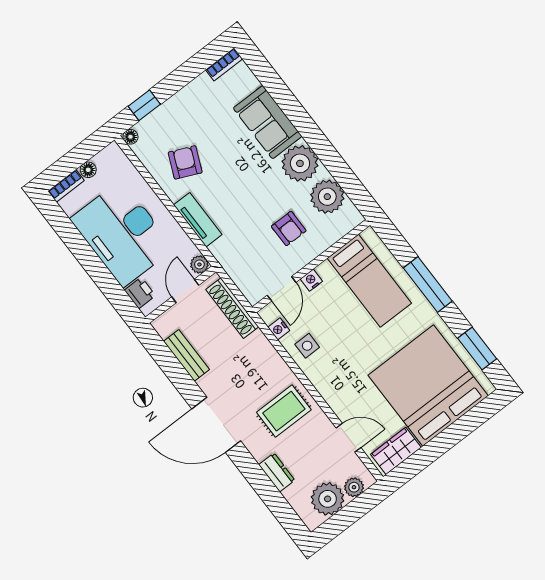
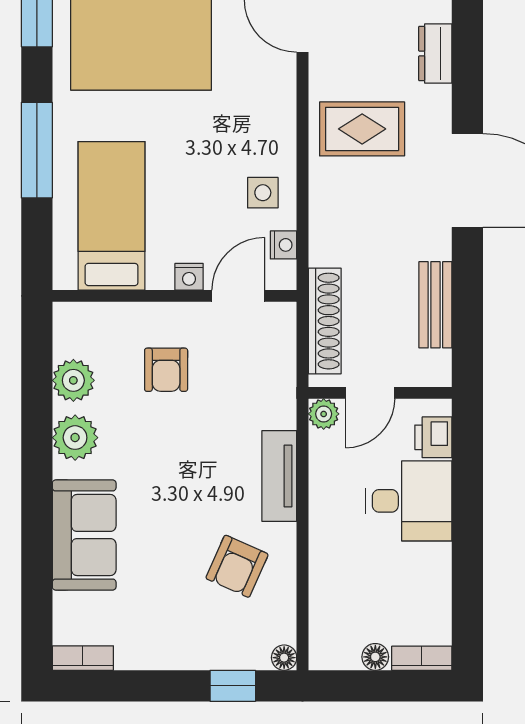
plant: (300, 163) -> (75, 438), width x0.73, depth x0.73
plant: (327, 197) -> (73, 380), width x0.73, depth x0.73
armchair: (289, 229) -> (166, 370), turned 180
desk: (122, 234) -> (409, 501), width x0.53, depth x0.77

